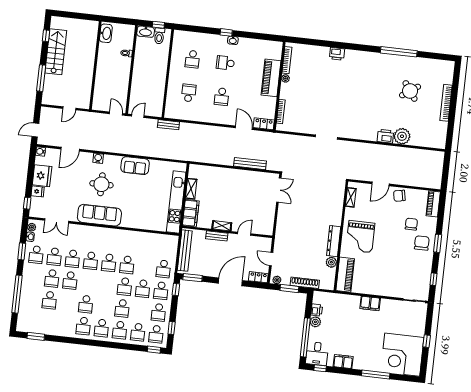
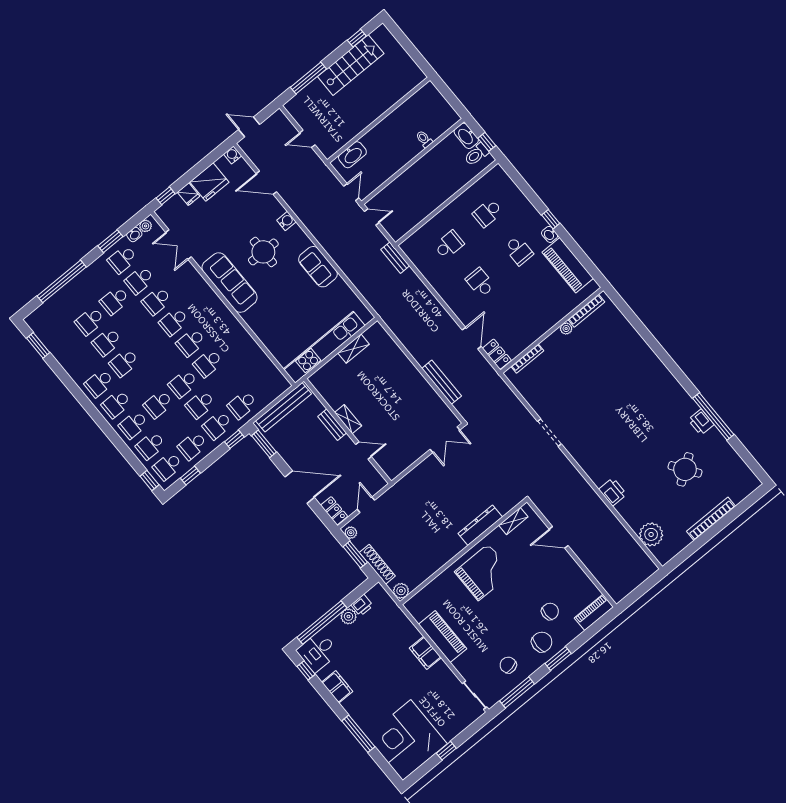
washbasin: (106, 33) -> (352, 155), moved
printer: (337, 54) -> (701, 422), moved
school desk: (225, 63) -> (519, 251), turned 180
piano: (271, 78) -> (568, 265), moved, turned -90
school desk: (222, 97) -> (480, 282), turned 90
plant: (402, 136) -> (651, 534), moved
chair: (399, 196) -> (508, 665), moved
filing cabinet: (191, 213) -> (328, 374), removed
grand piano: (360, 237) -> (483, 572), turned 180
dresser: (334, 241) -> (480, 525), moved
plant: (331, 262) -> (401, 591), moved
piano: (345, 275) -> (443, 636), moved, turned -90
window: (434, 279) -> (517, 692), width x2.17
school desk: (70, 280) -> (107, 342), moved

